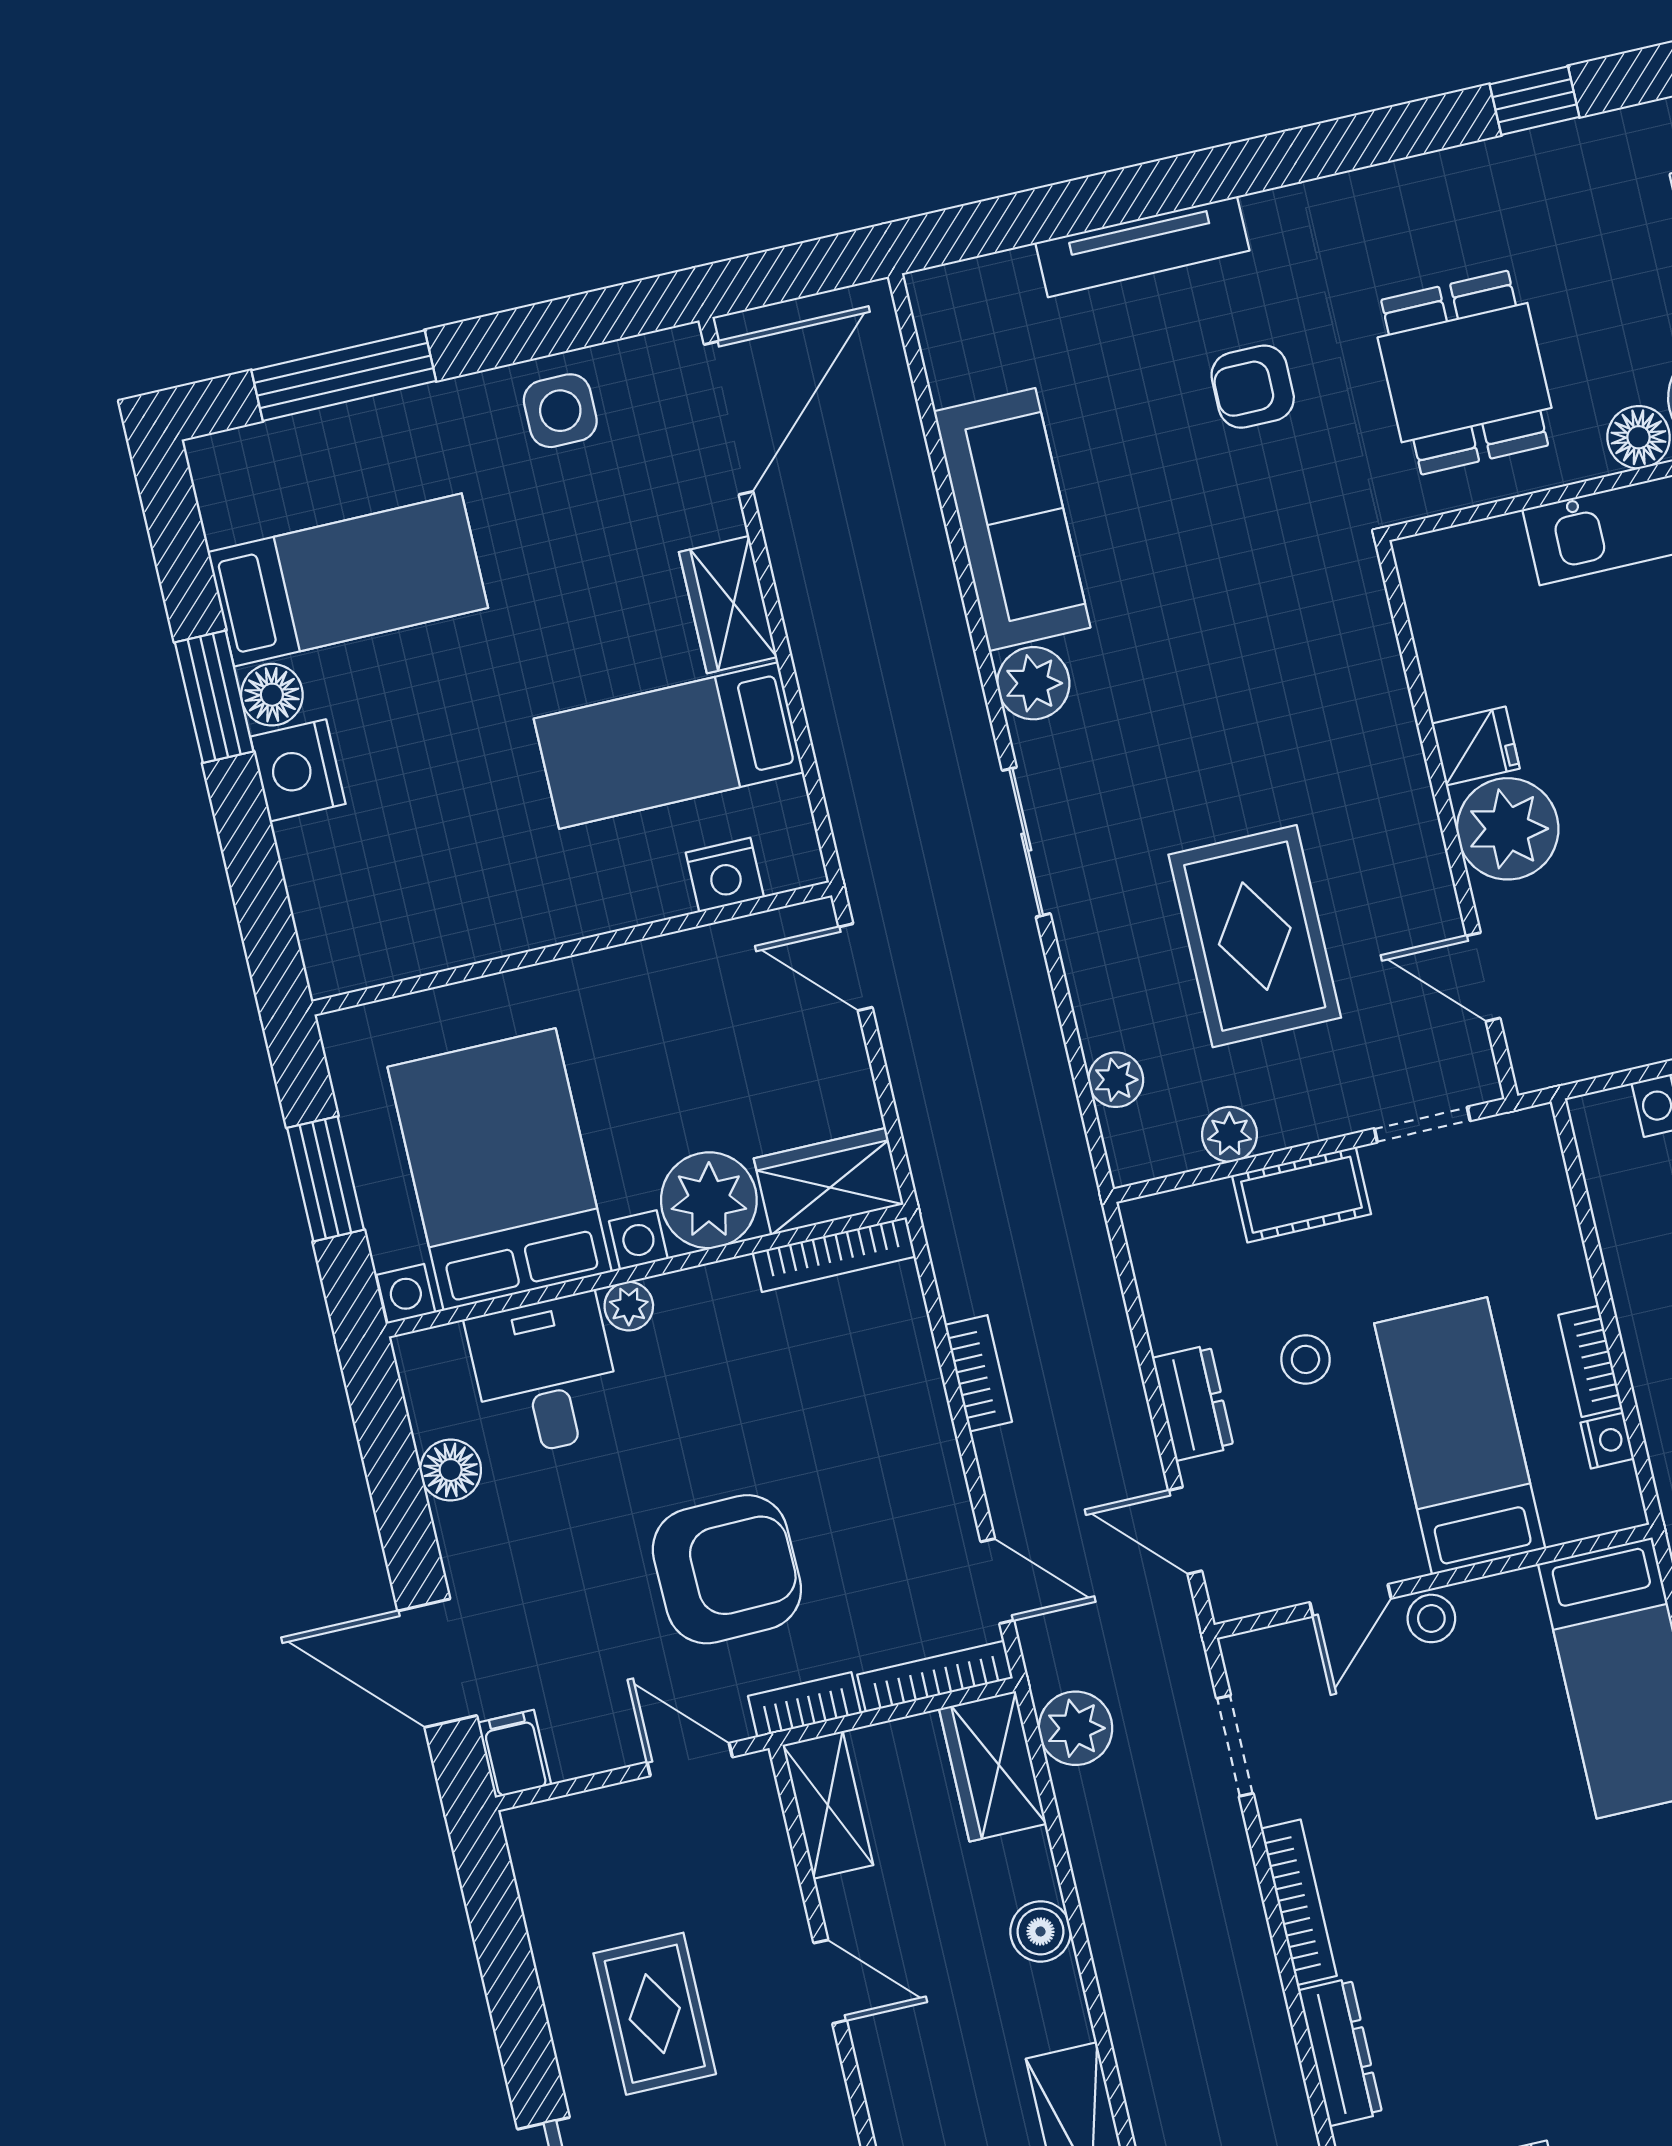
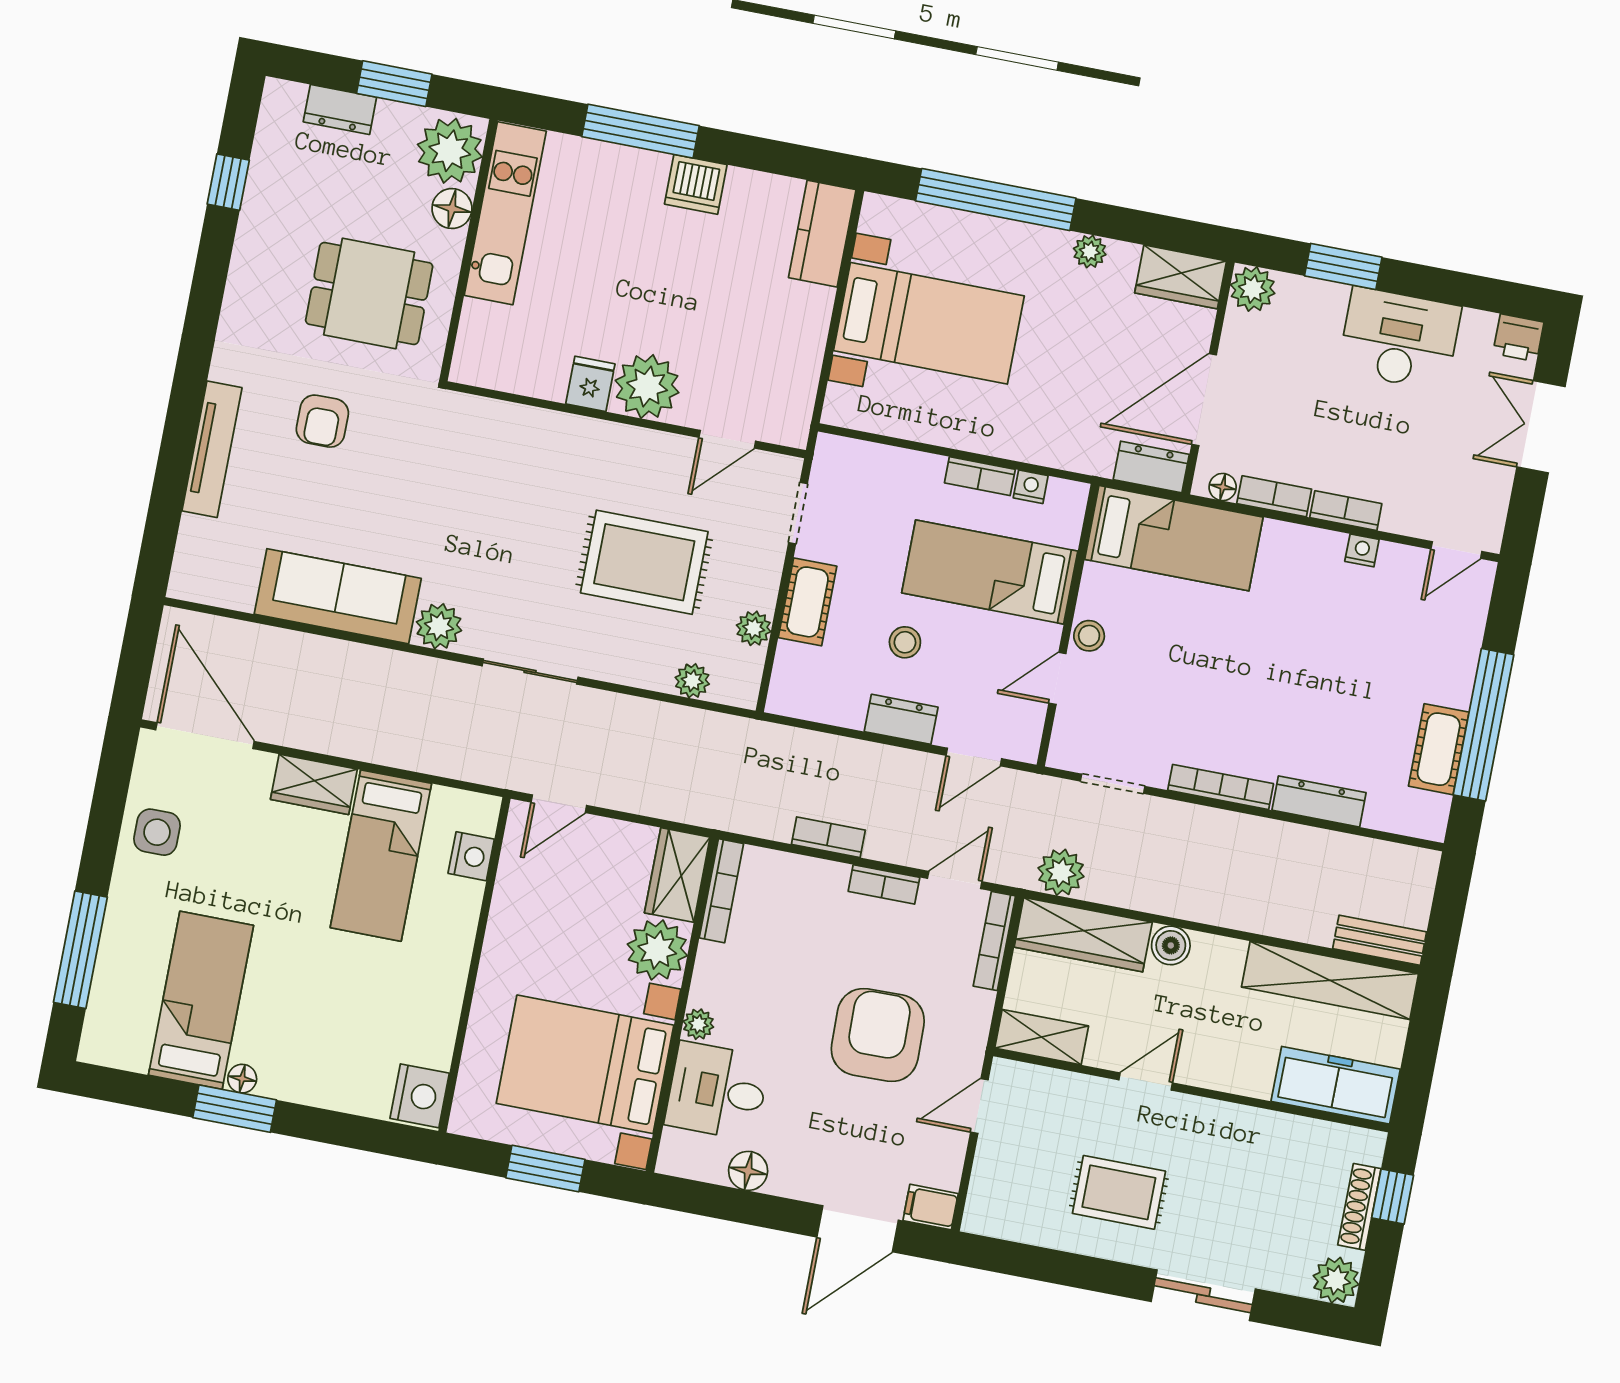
floor lamp: (272, 695) -> (242, 1079), width x0.73, depth x0.73
nightstand: (298, 770) -> (420, 1096), moved, turned -90
door: (1350, 1600) -> (1057, 678), swing flipped
bookcase: (804, 1705) -> (884, 884), moved, turned -90
wardrobe: (993, 1766) -> (1083, 935), width x1.50

